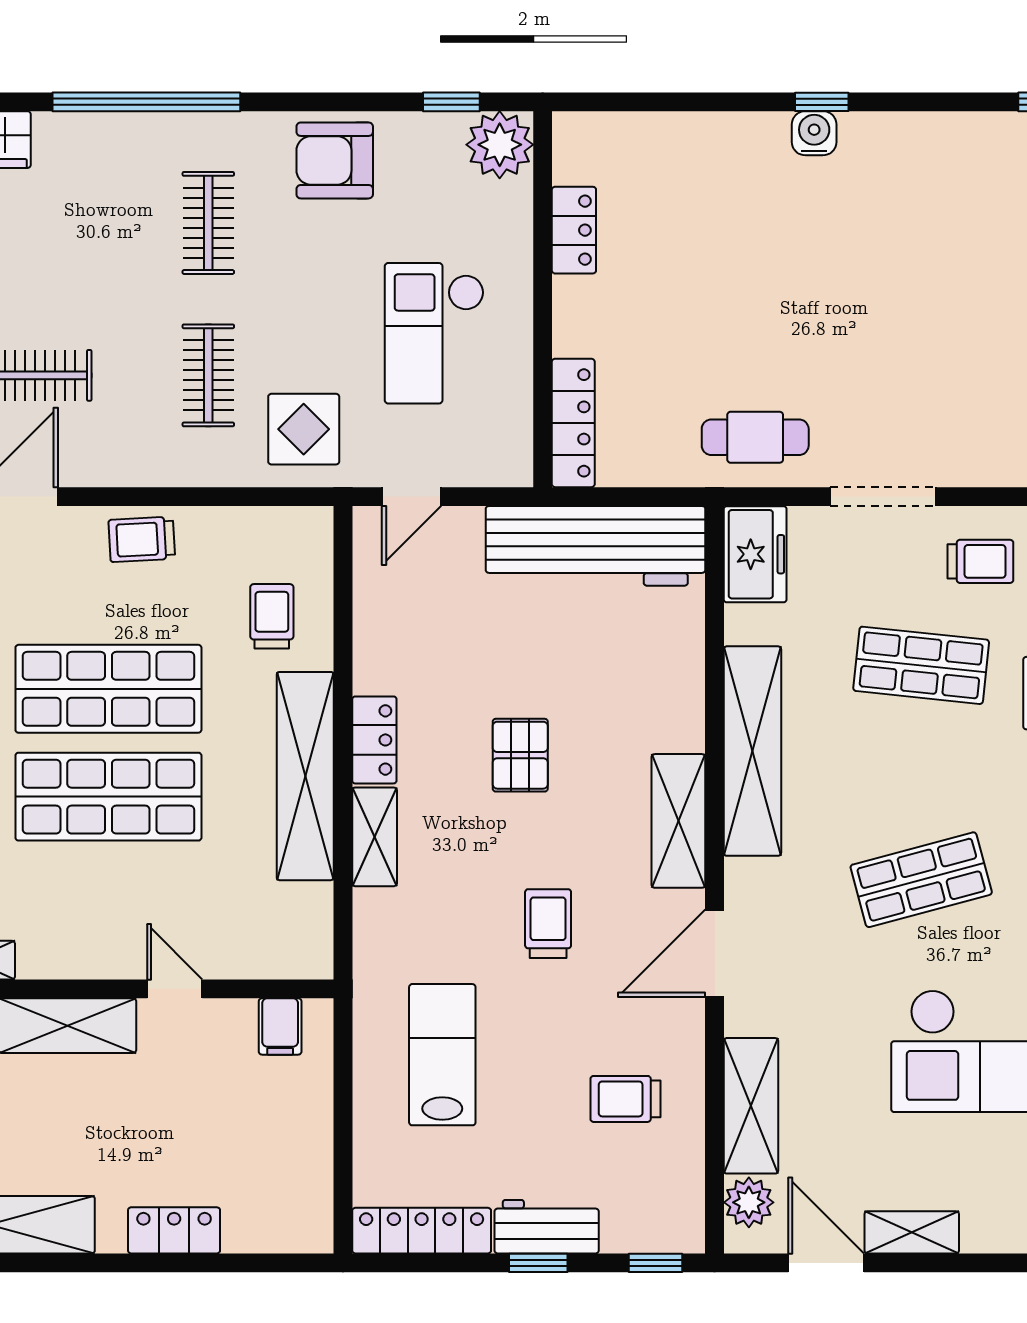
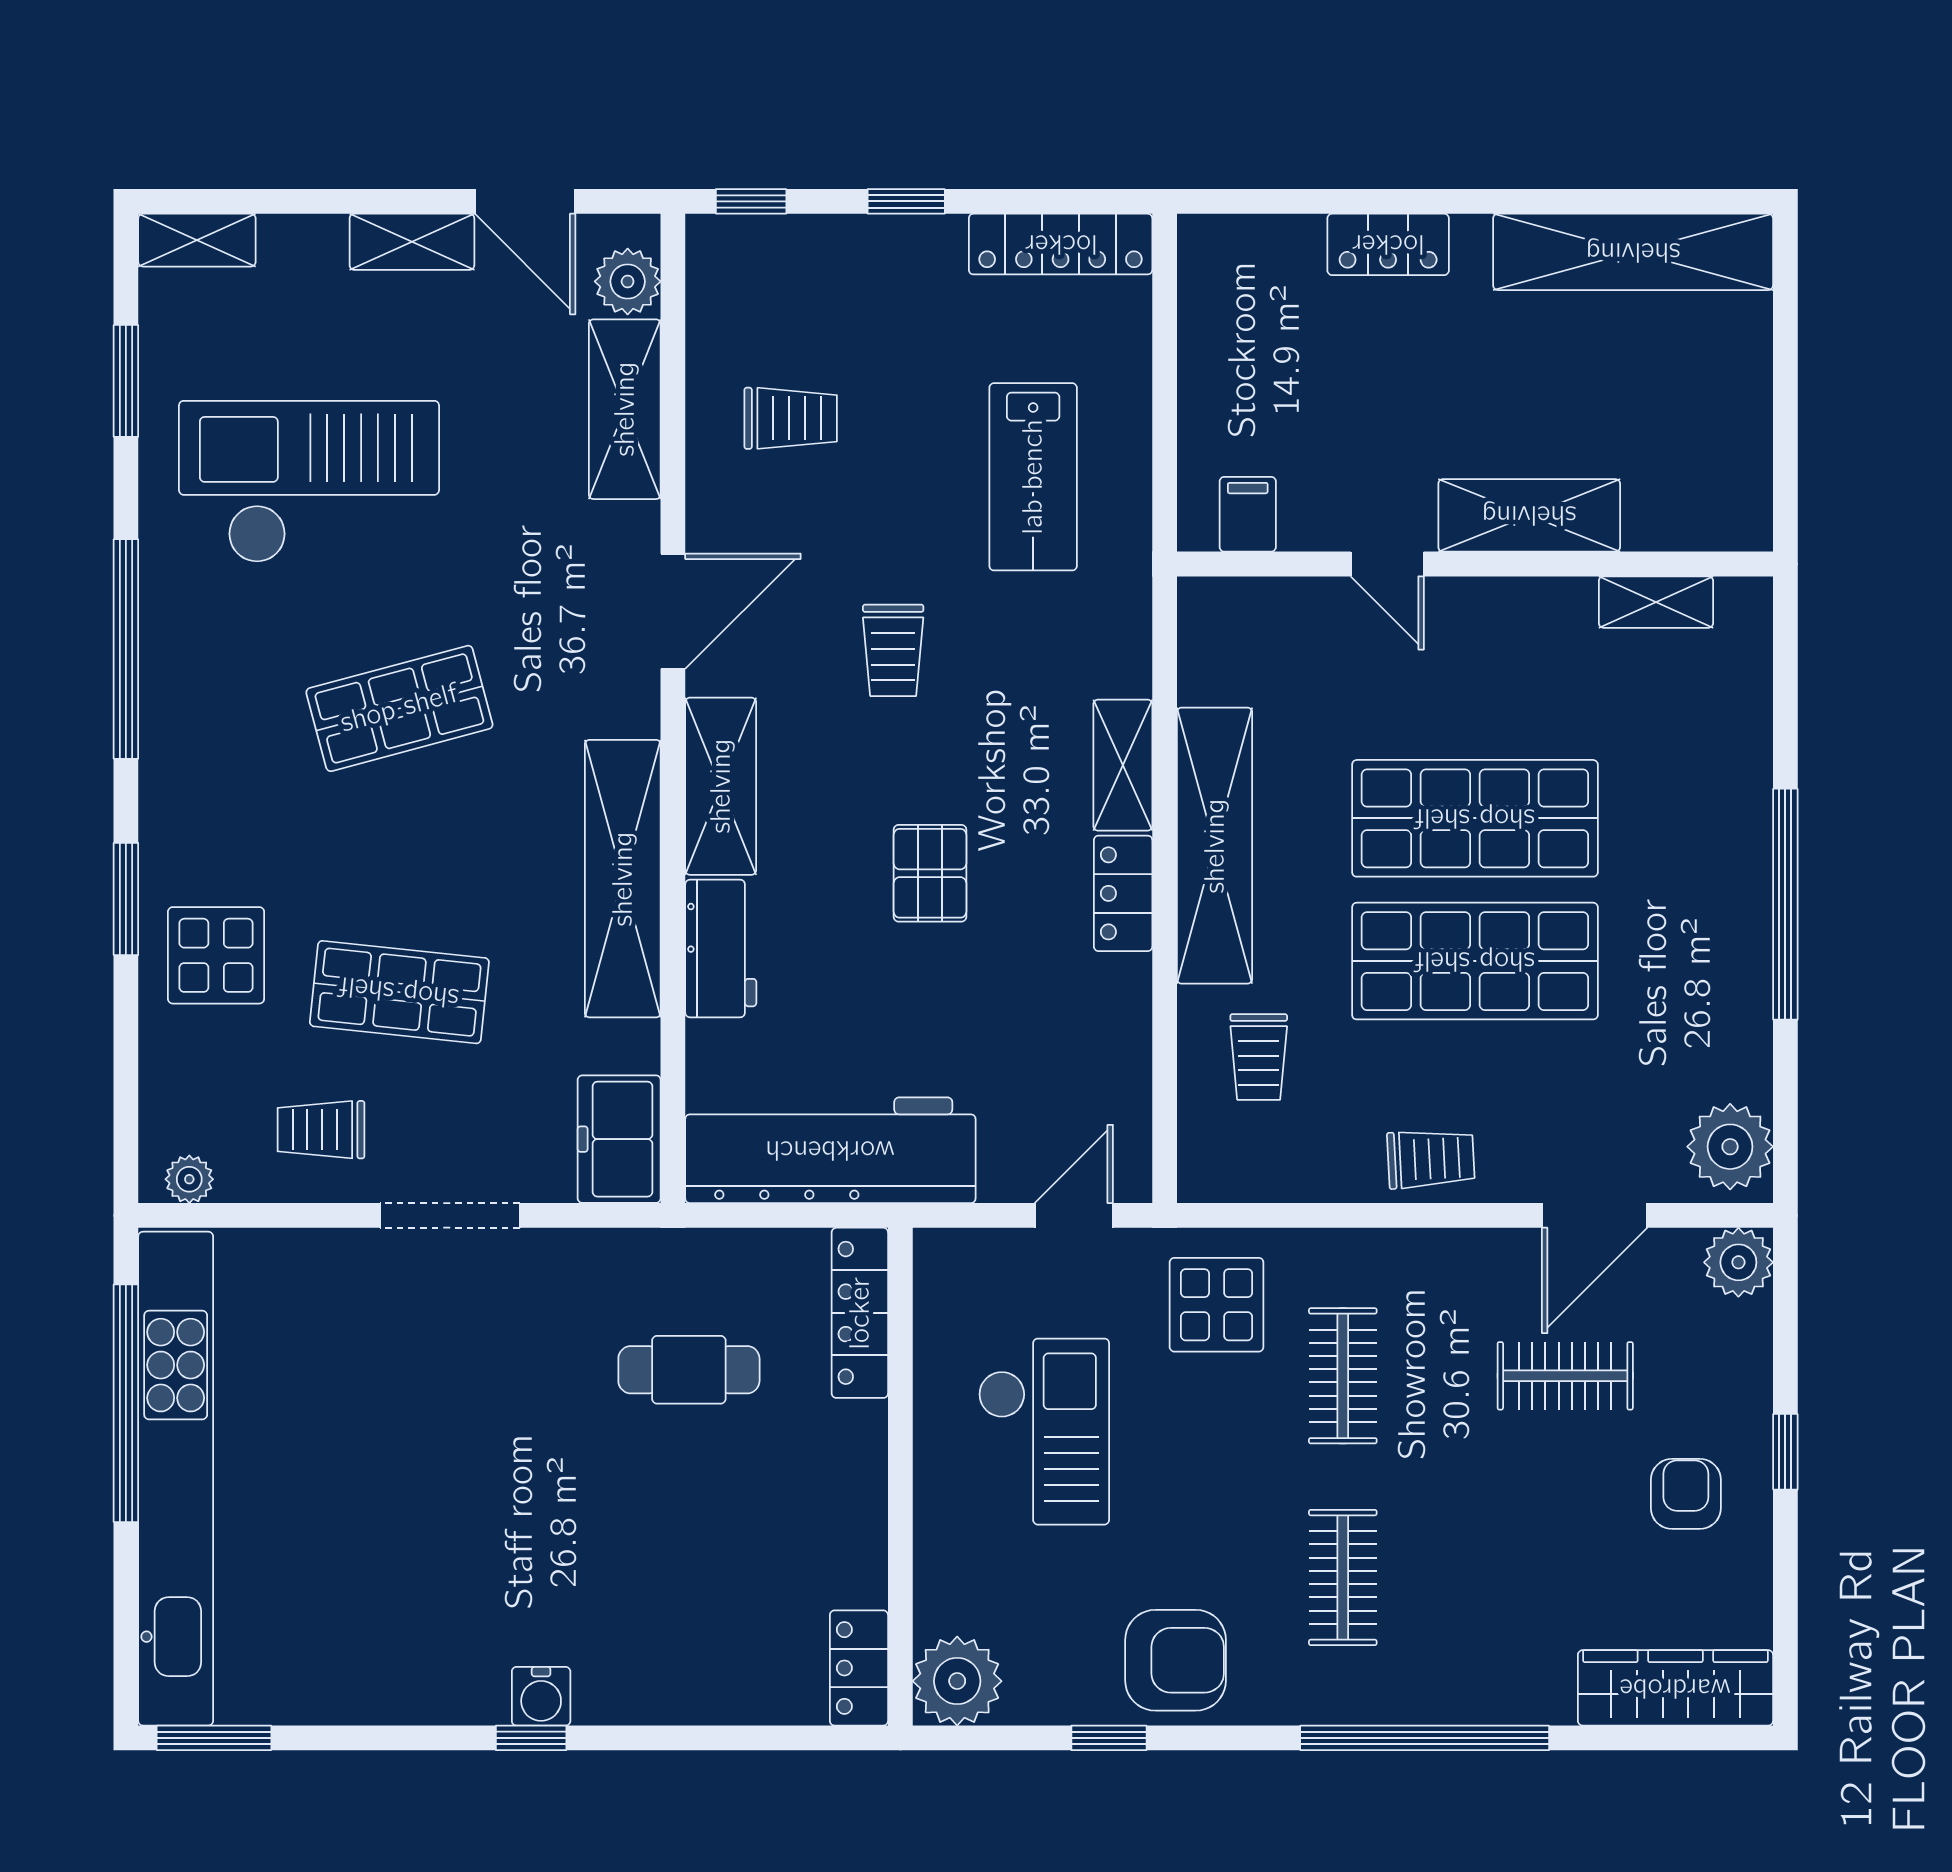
window: (451, 102) -> (1109, 1738), moved
locker: (574, 230) -> (859, 1668), moved
cafe table: (755, 437) -> (689, 1370), moved
workbench: (547, 1227) -> (721, 949), moved, turned -90

